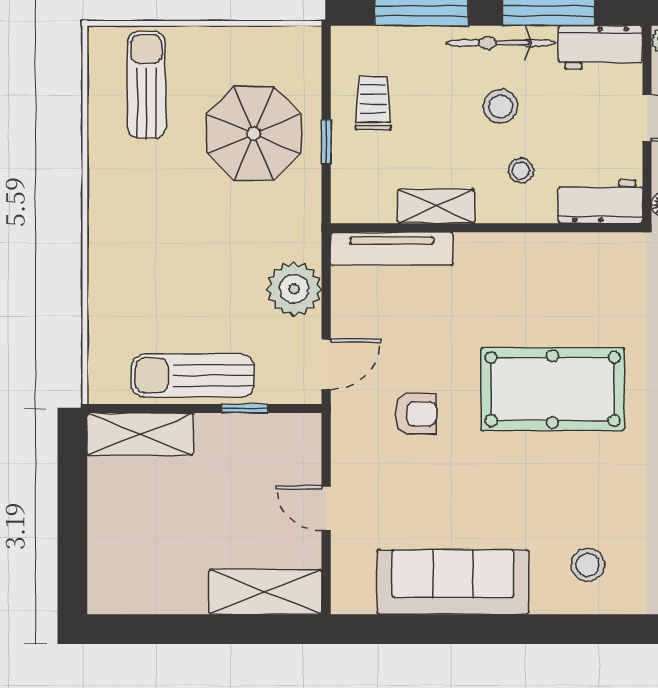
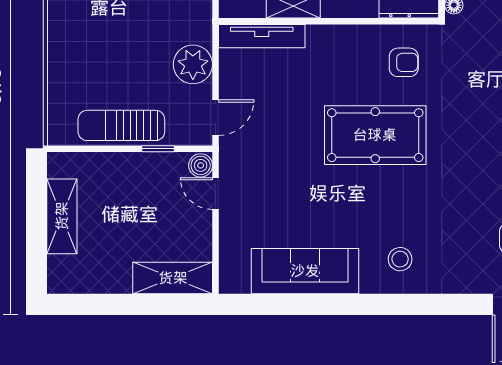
armchair: (416, 414) -> (404, 62), moved
boiler: (305, 432) -> (201, 165), added
shelving: (140, 434) -> (62, 216), moved, turned 90
door: (326, 508) -> (215, 194), moved

